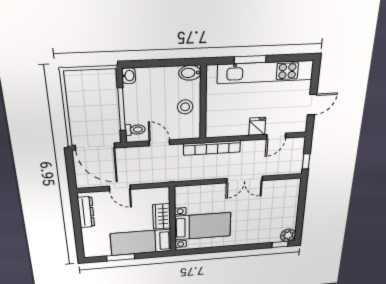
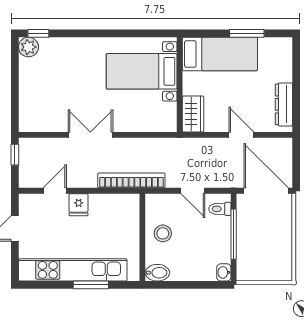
wardrobe: (162, 216) -> (193, 114), moved

